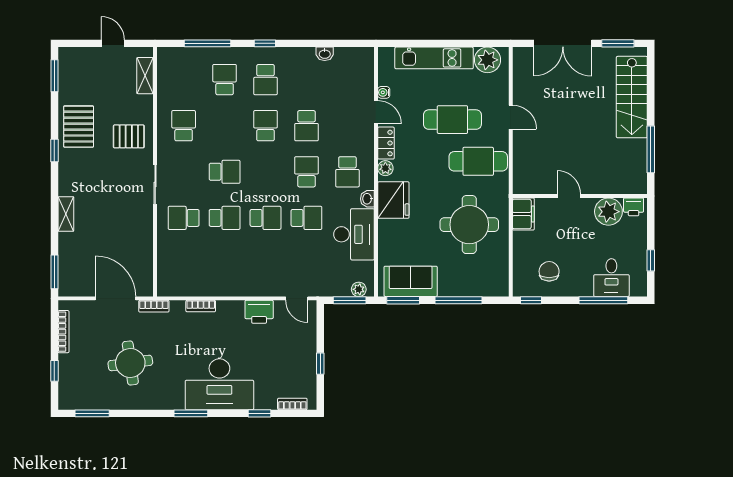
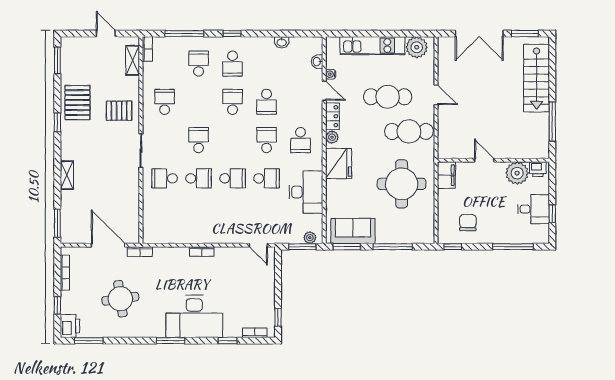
bookcase: (163, 62) -> (147, 49), added
school desk: (225, 172) -> (199, 140), turned -90
washbasin: (367, 199) -> (317, 62), moved
desk: (611, 278) -> (533, 209), moved, turned -90
bookcase: (201, 306) -> (202, 252), moved
printer: (259, 312) -> (70, 326), moved, turned -90
window: (320, 364) -> (278, 317), moved

